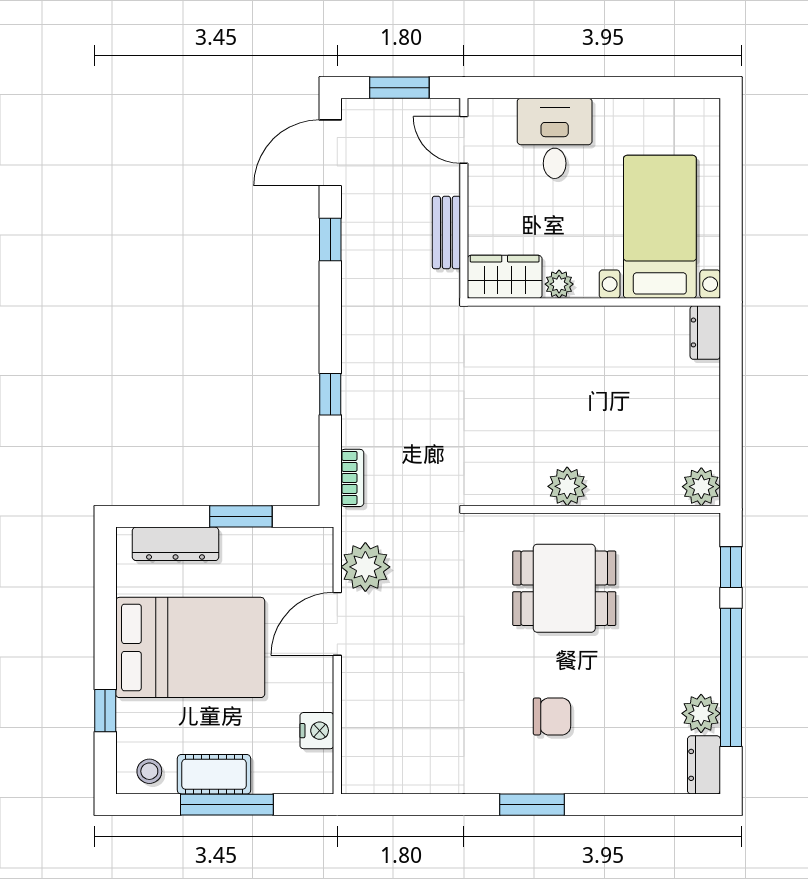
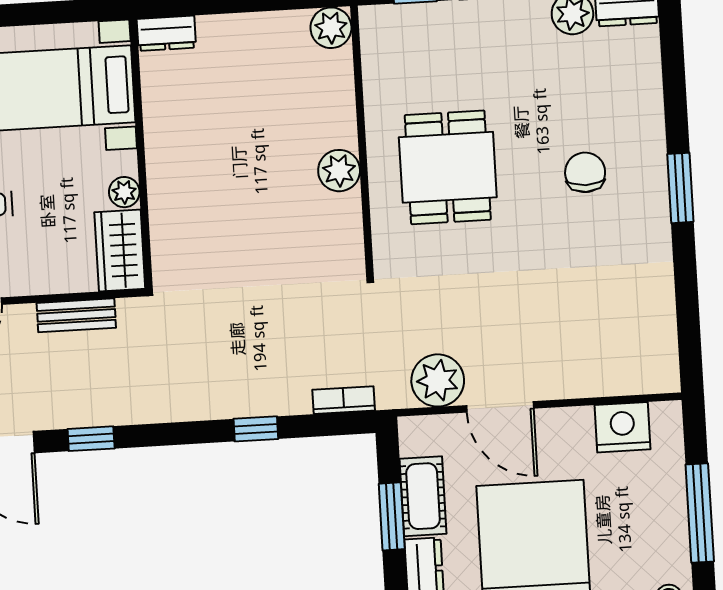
nightstand: (317, 731) -> (622, 427), width x1.36, depth x1.33
cot: (214, 774) -> (423, 496), moved

